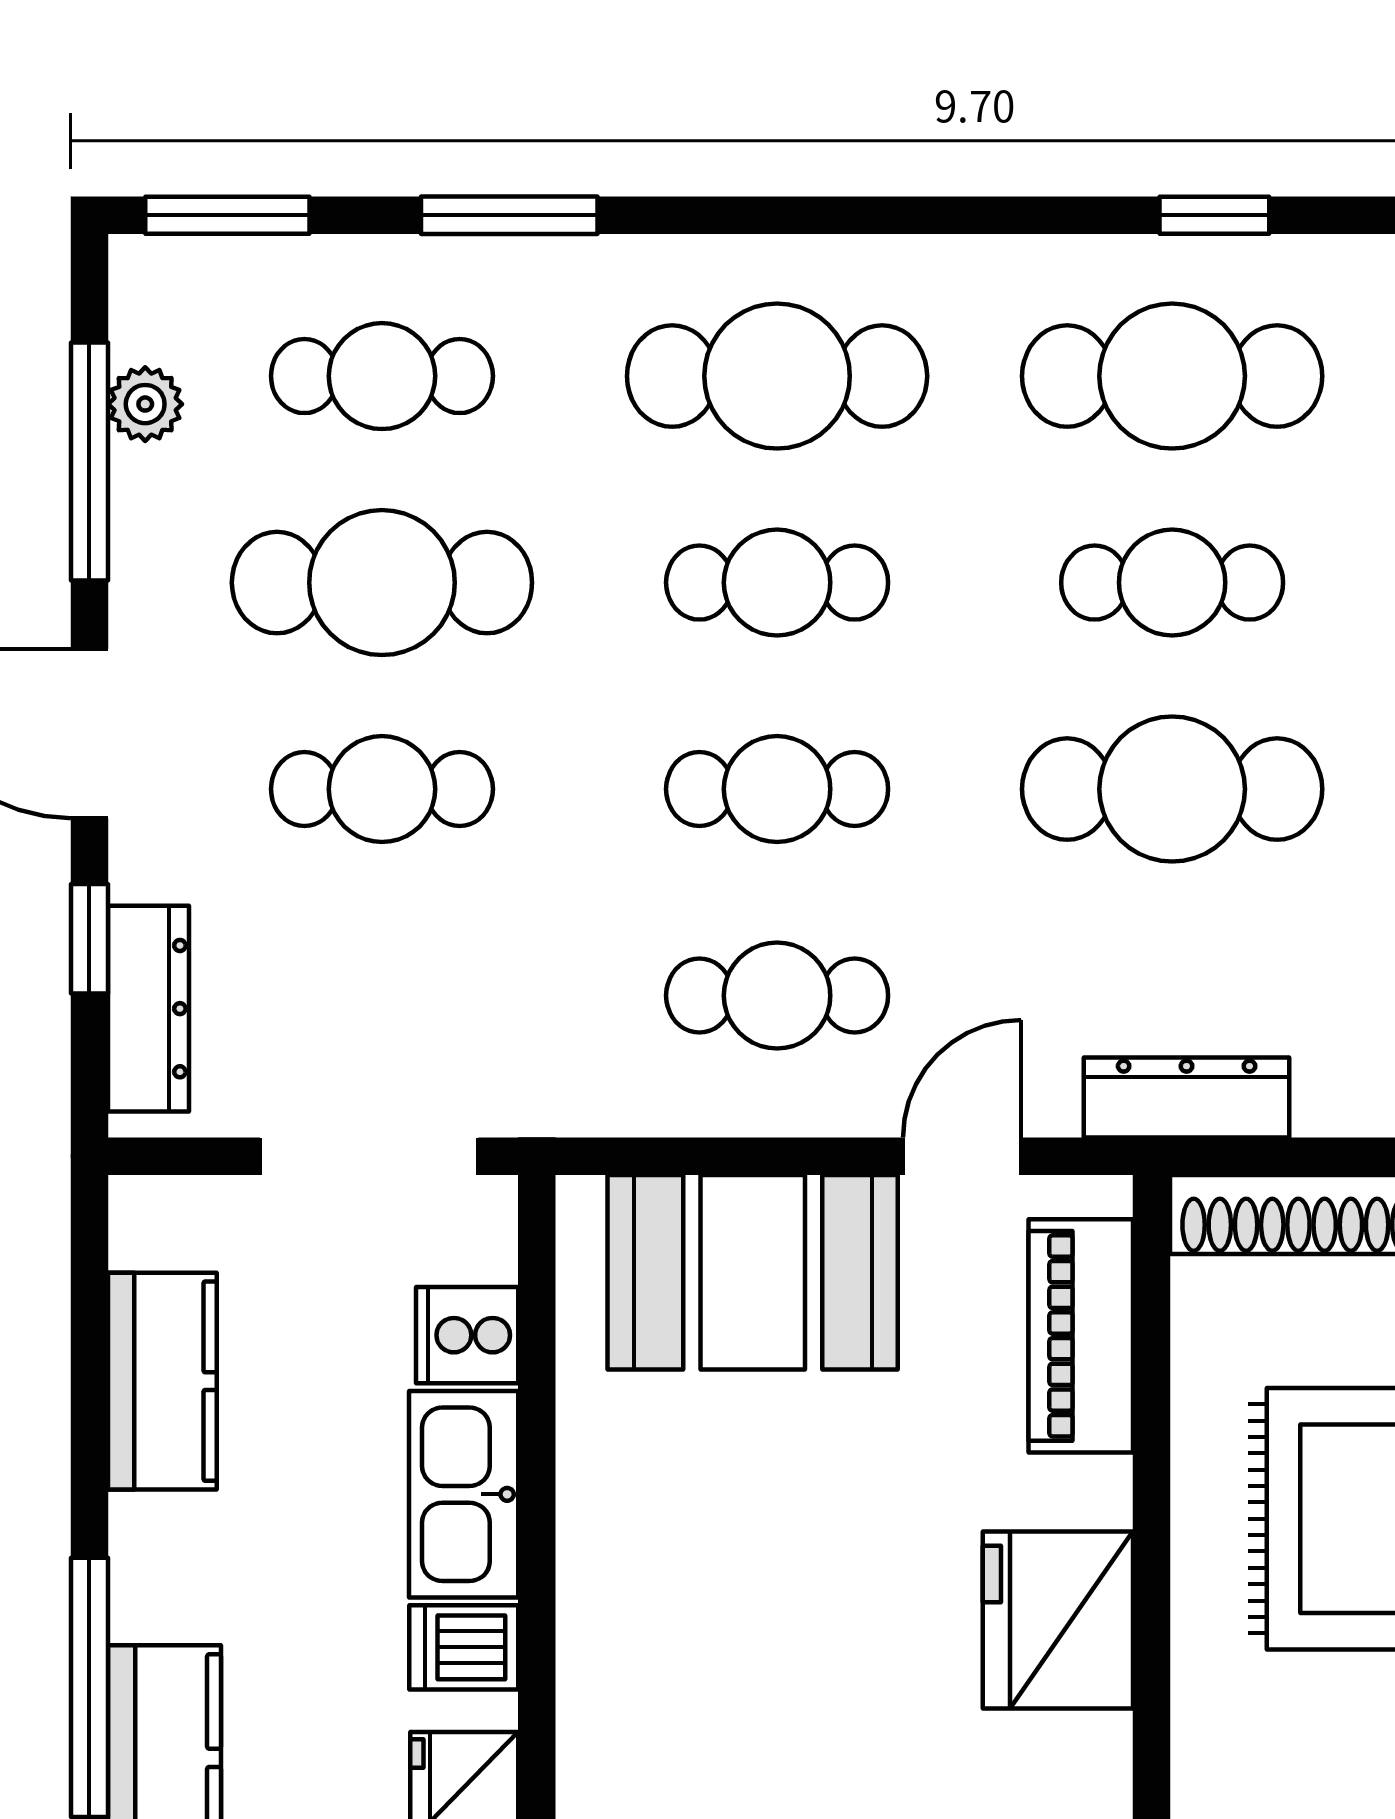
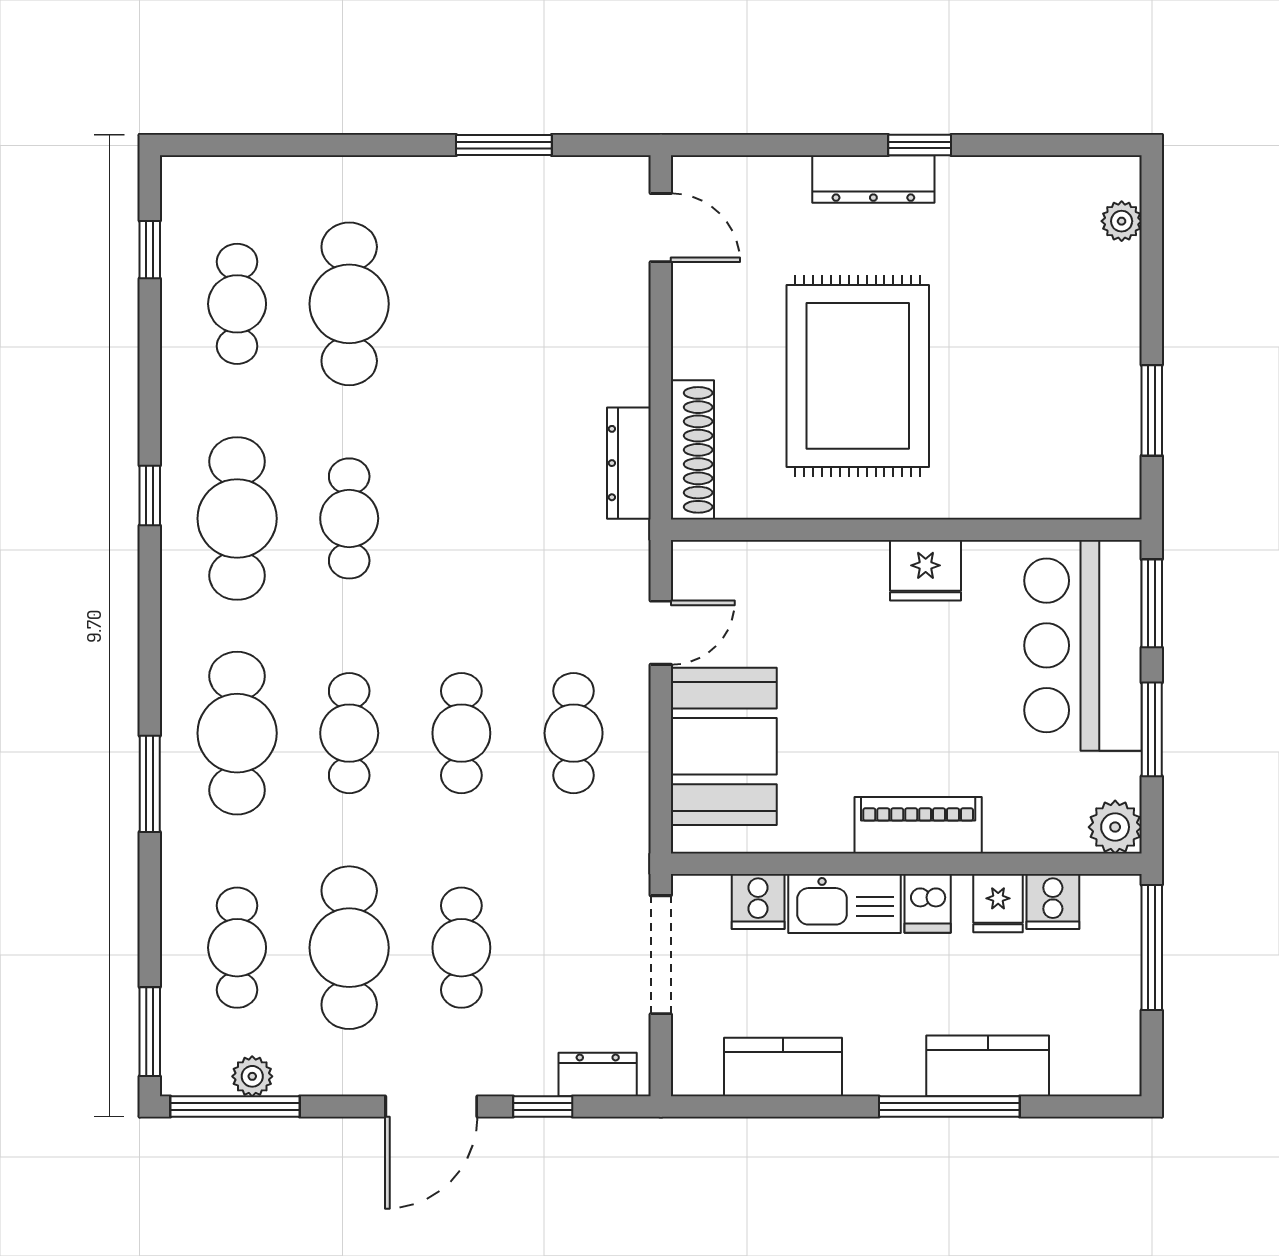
window: (509, 215) -> (150, 784), moved
window: (89, 462) -> (235, 1107), moved
cafe table: (1172, 789) -> (461, 518), removed
dresser: (148, 1009) -> (598, 1075), width x0.70
dresser: (1187, 1097) -> (629, 463), moved
door: (962, 1156) -> (661, 633), swing flipped
piano: (1081, 1336) -> (918, 825), moved, turned 180
fridge: (1058, 1620) -> (926, 570), width x0.73, depth x0.75

